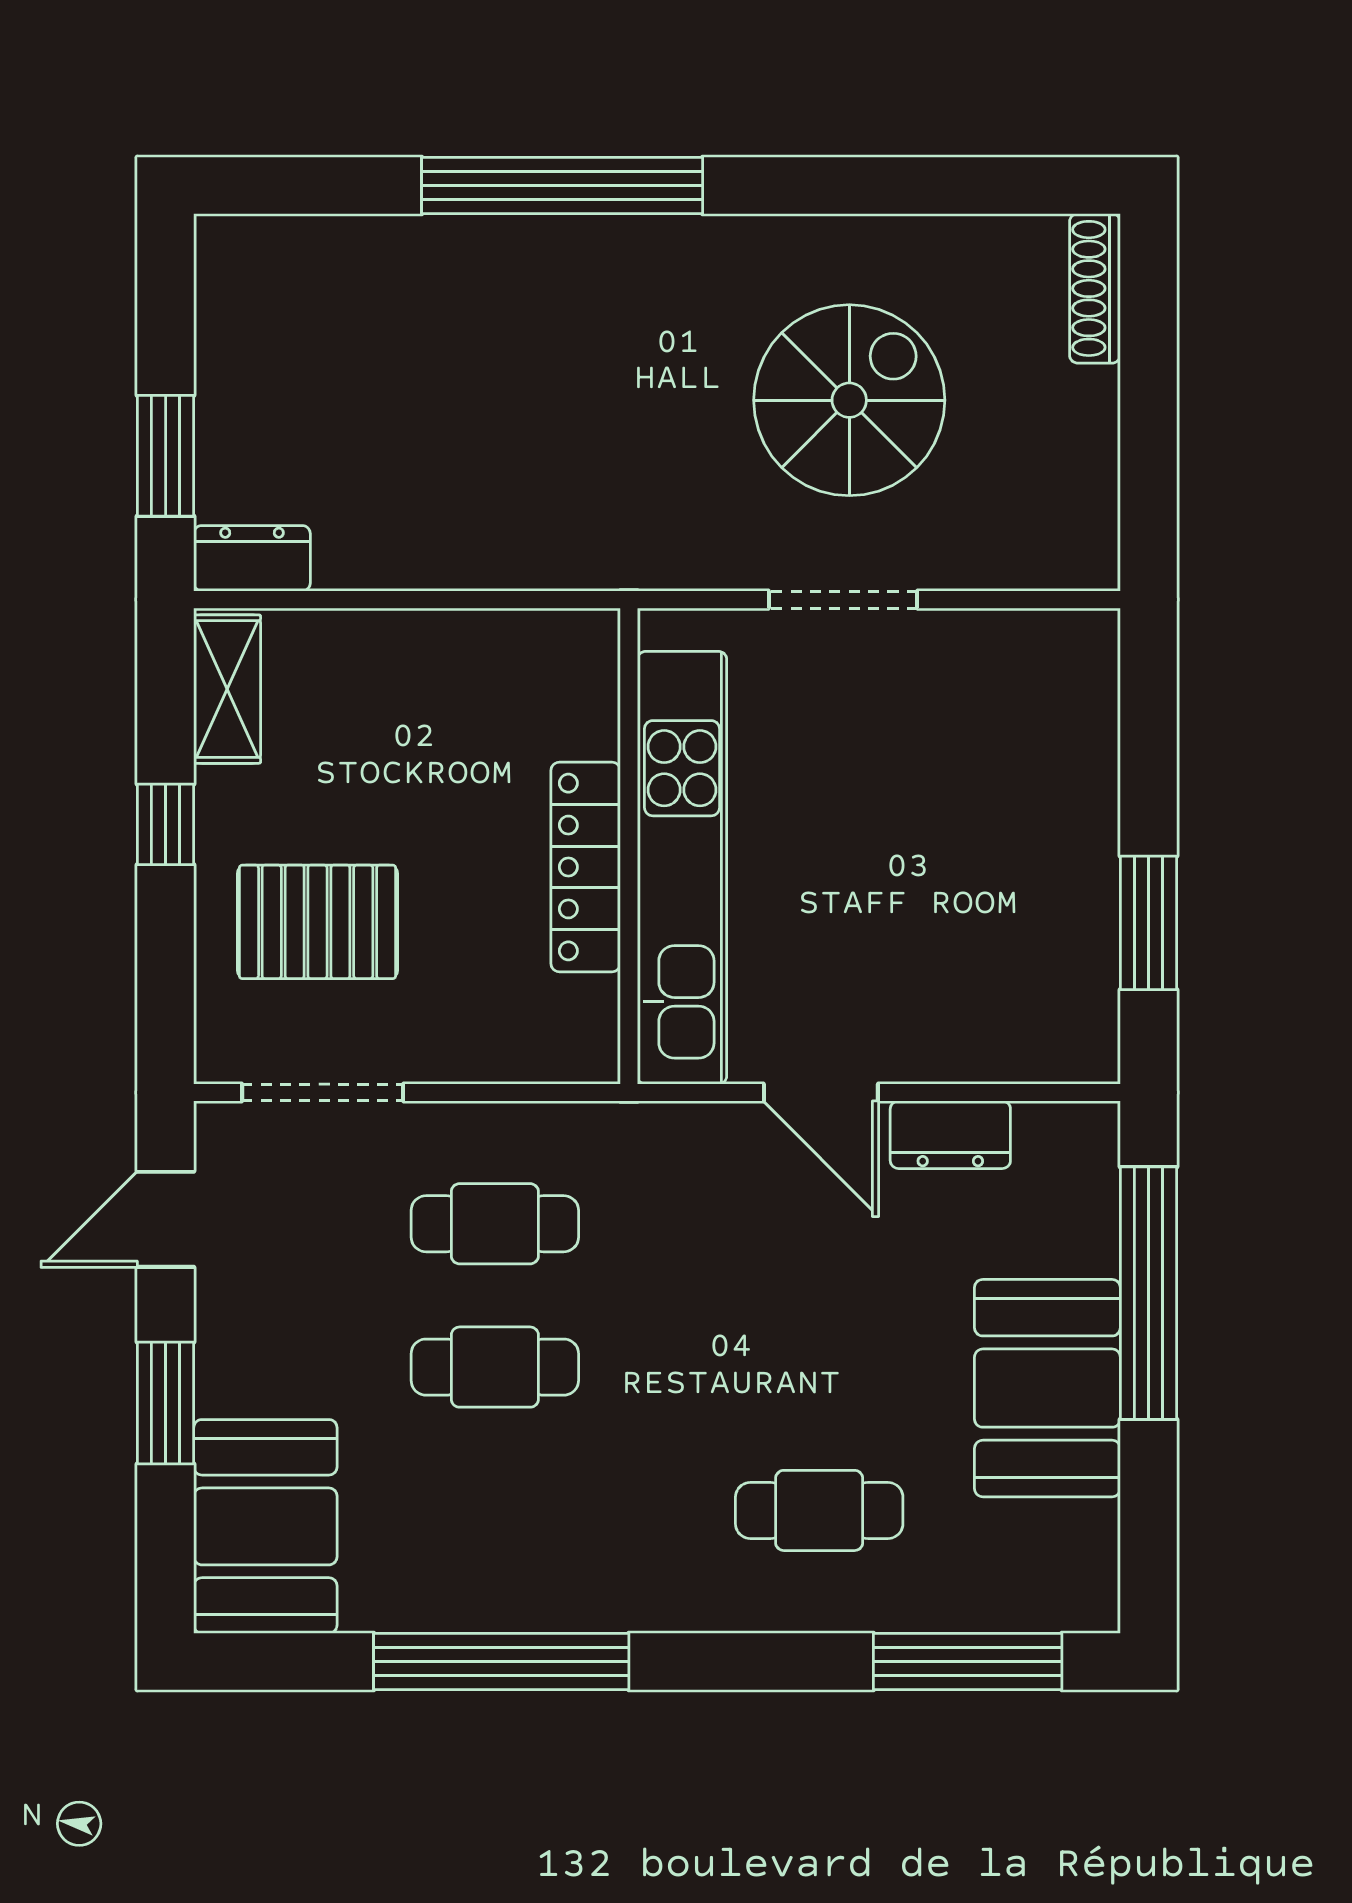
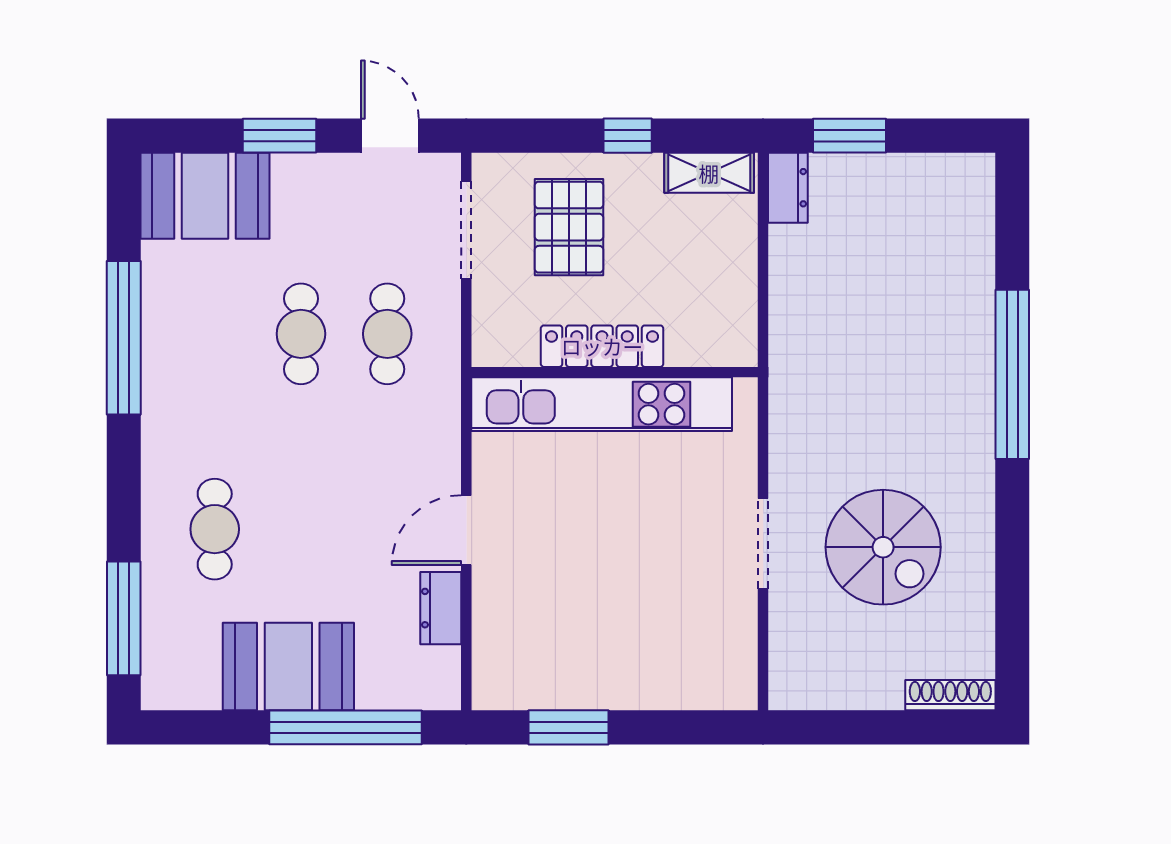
wall: (629, 846) -> (615, 372), moved
locker: (586, 867) -> (602, 346), moved
kitchen unit: (682, 868) -> (602, 404), moved

